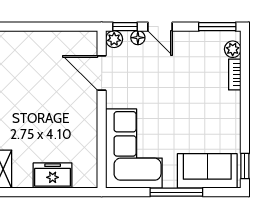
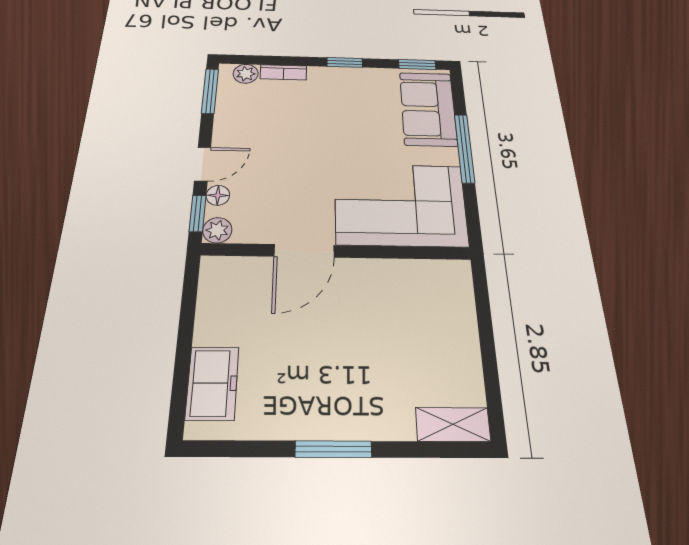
door: (102, 73) -> (304, 251), moved
window: (245, 116) -> (345, 62), added
freezer: (53, 176) -> (212, 383), moved, turned 180

